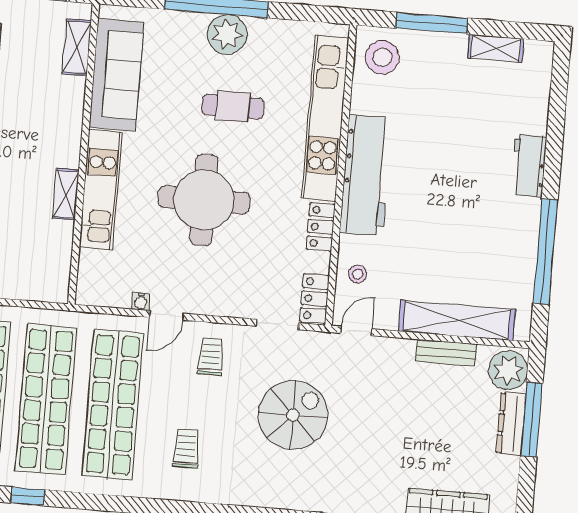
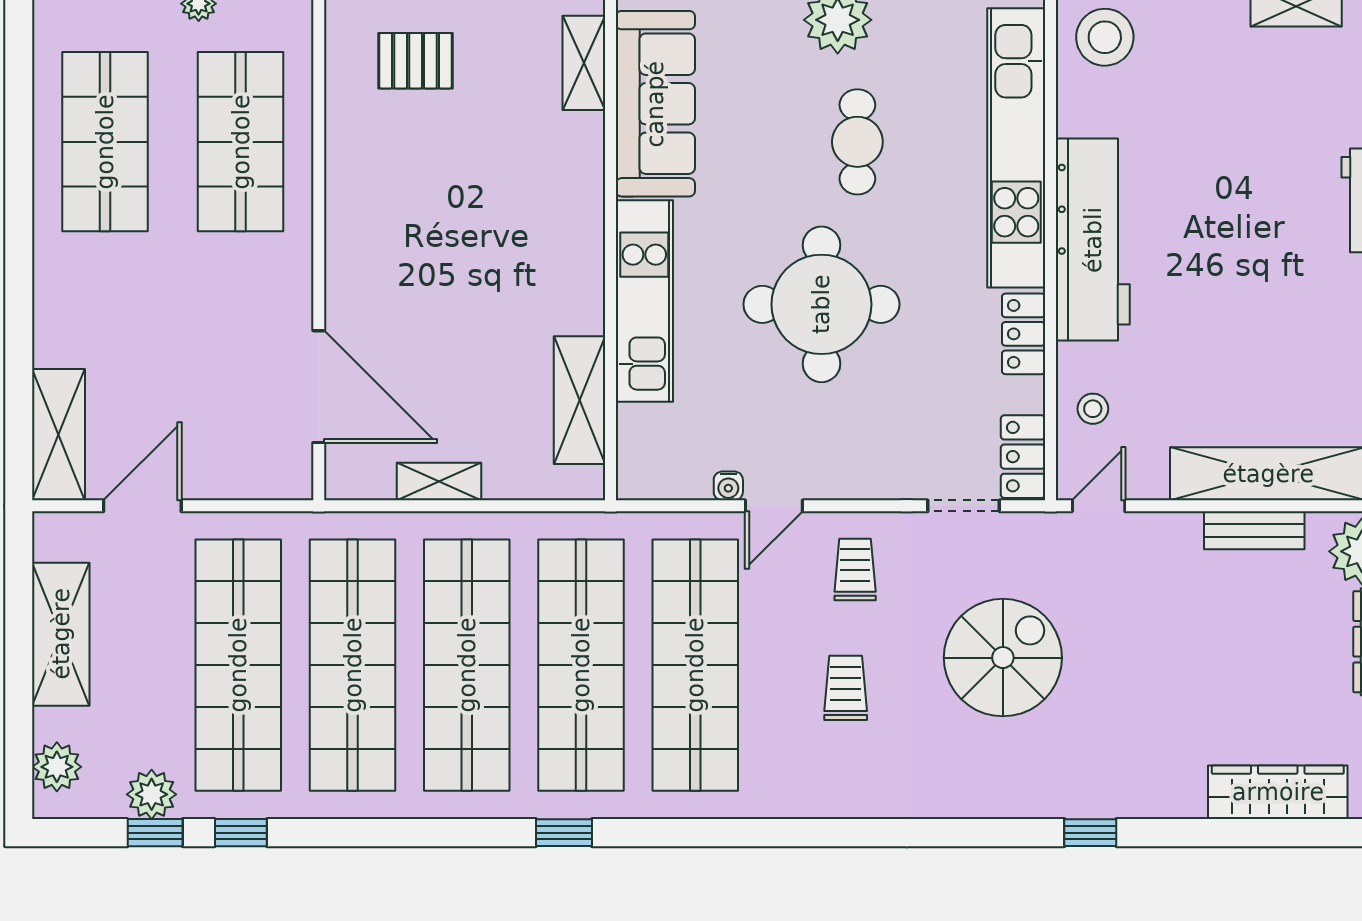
cafe table: (233, 107) -> (857, 142), turned 90
shelving: (66, 194) -> (580, 400), moved, width x1.50, depth x1.33
trolley: (186, 449) -> (846, 688), moved

